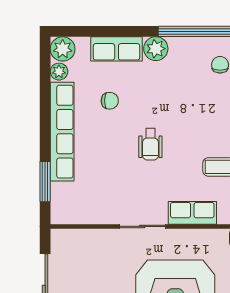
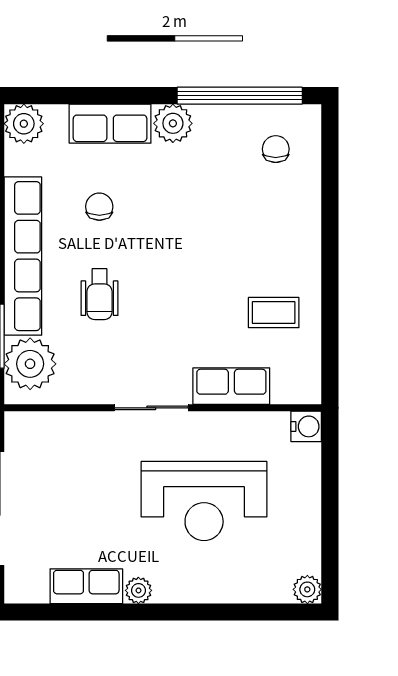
plant: (59, 72) -> (30, 364), moved, width x1.87, depth x1.87
chair: (110, 101) -> (99, 207), turned -90
wheelchair: (150, 144) -> (100, 294), moved

